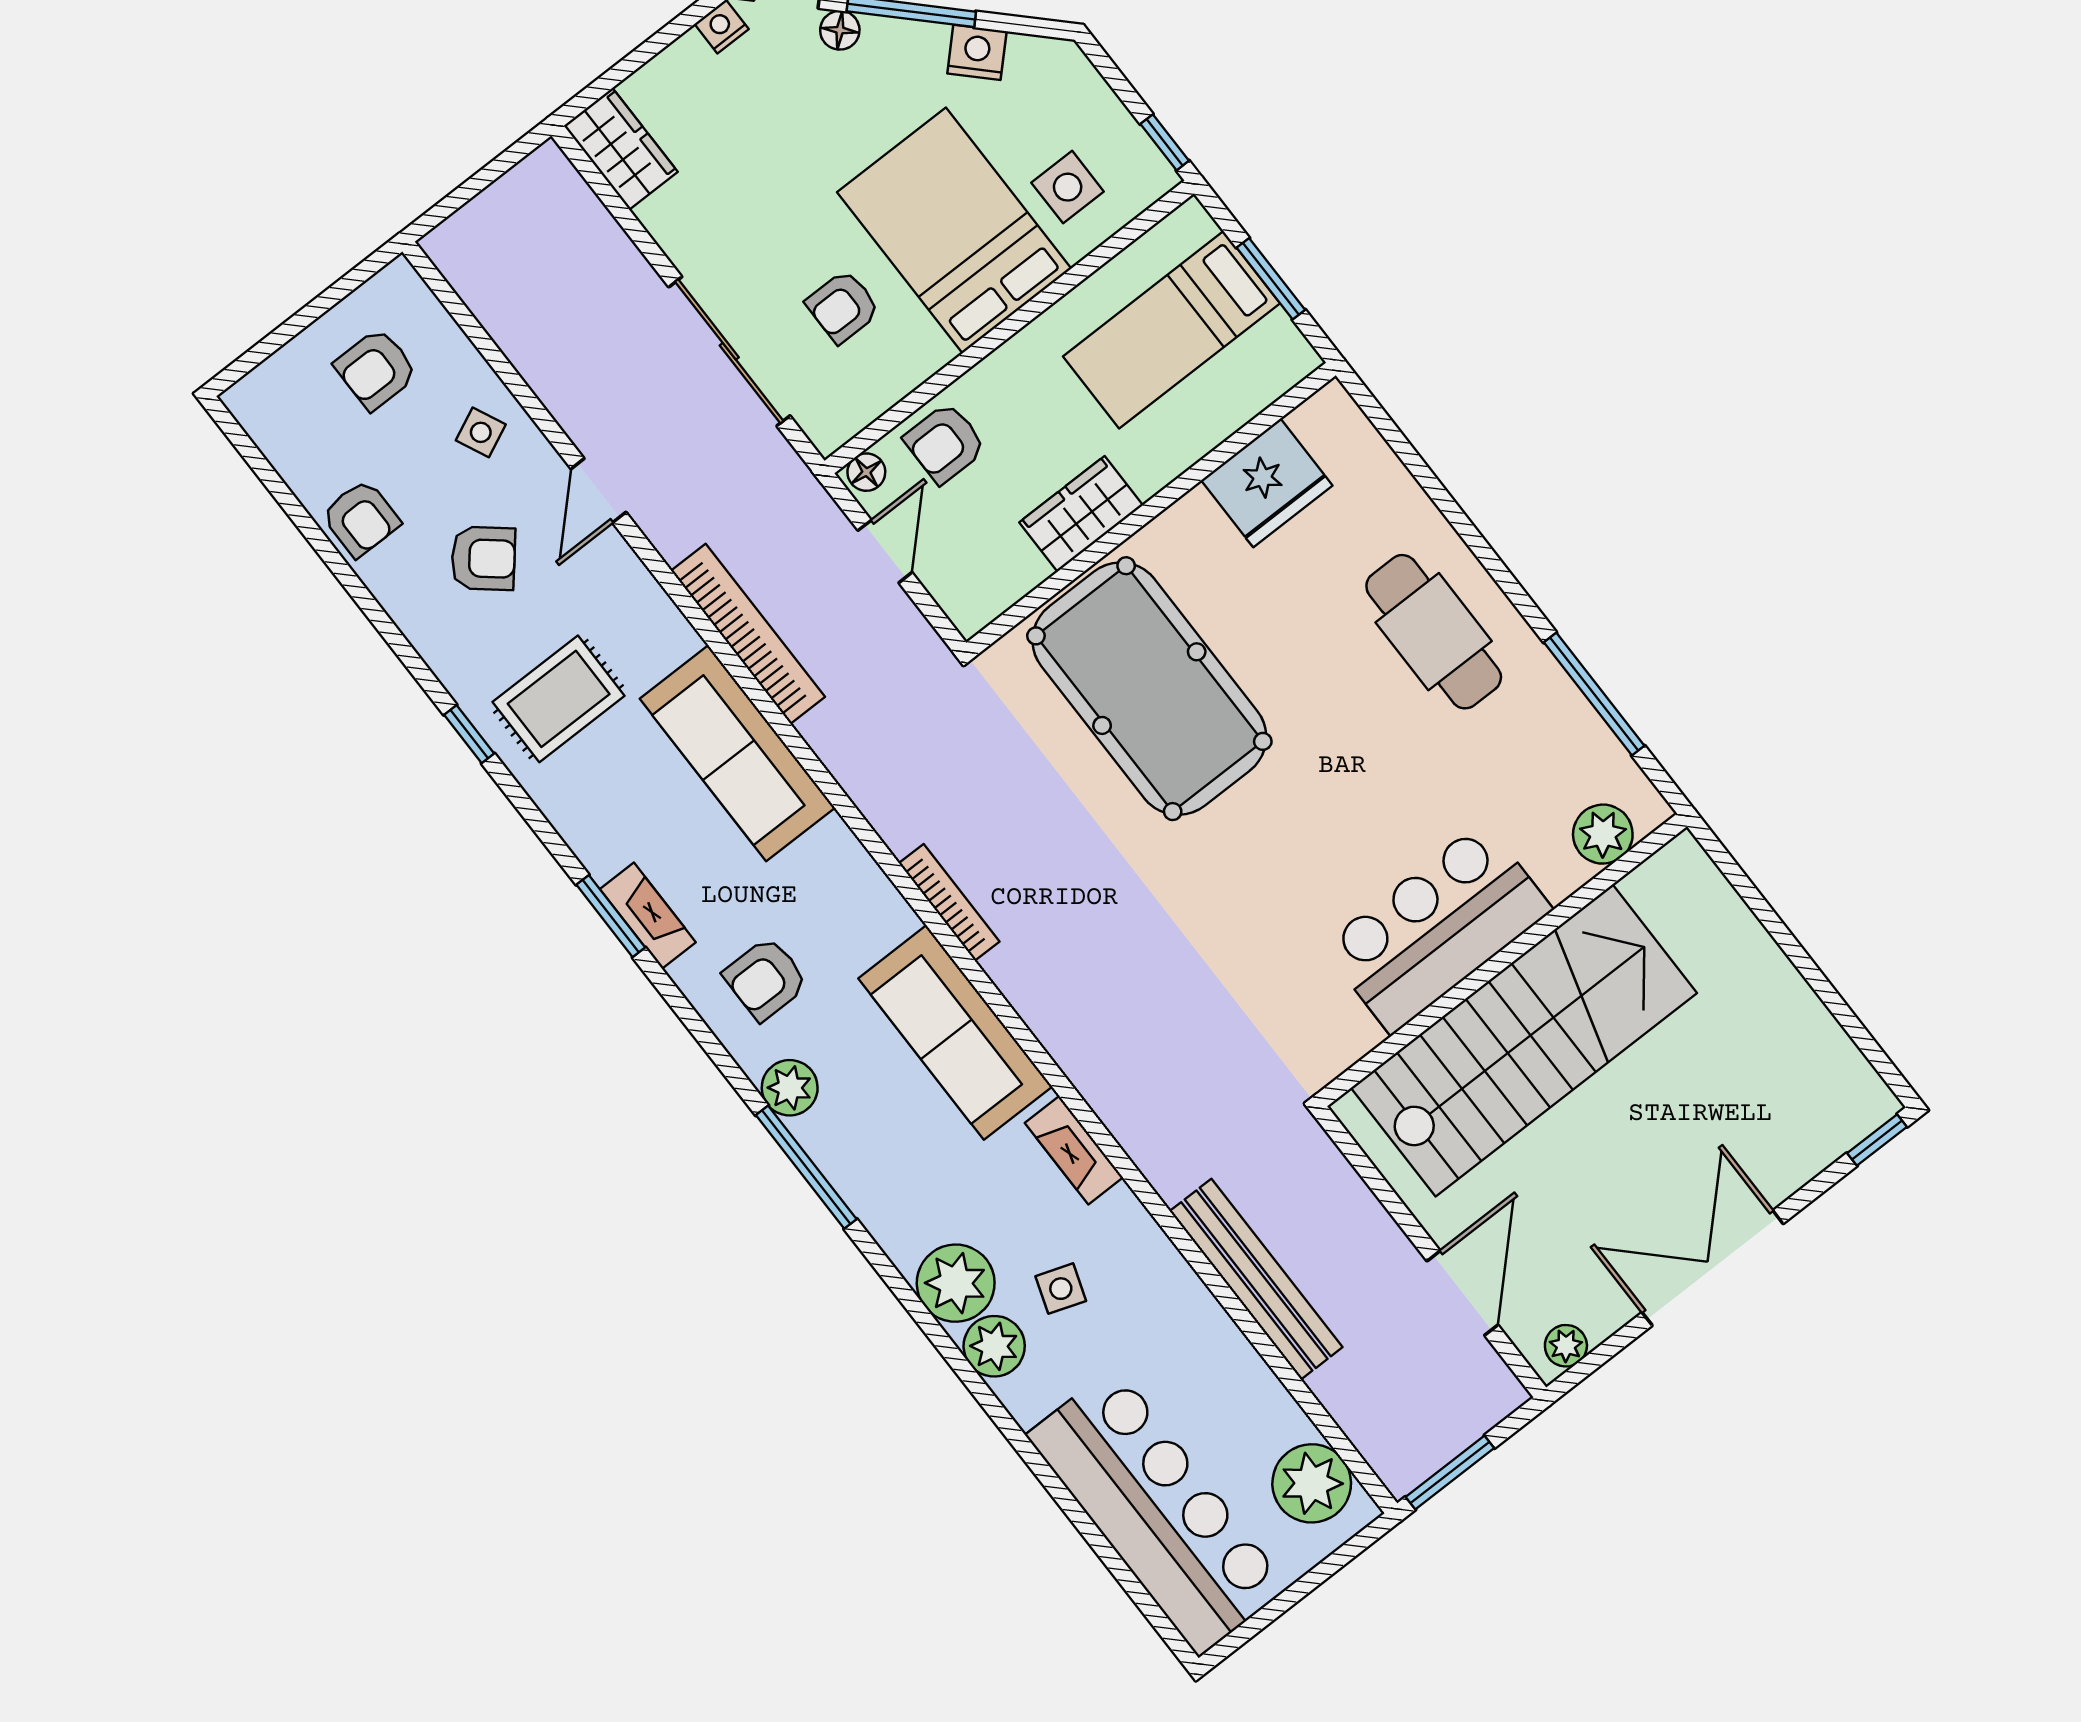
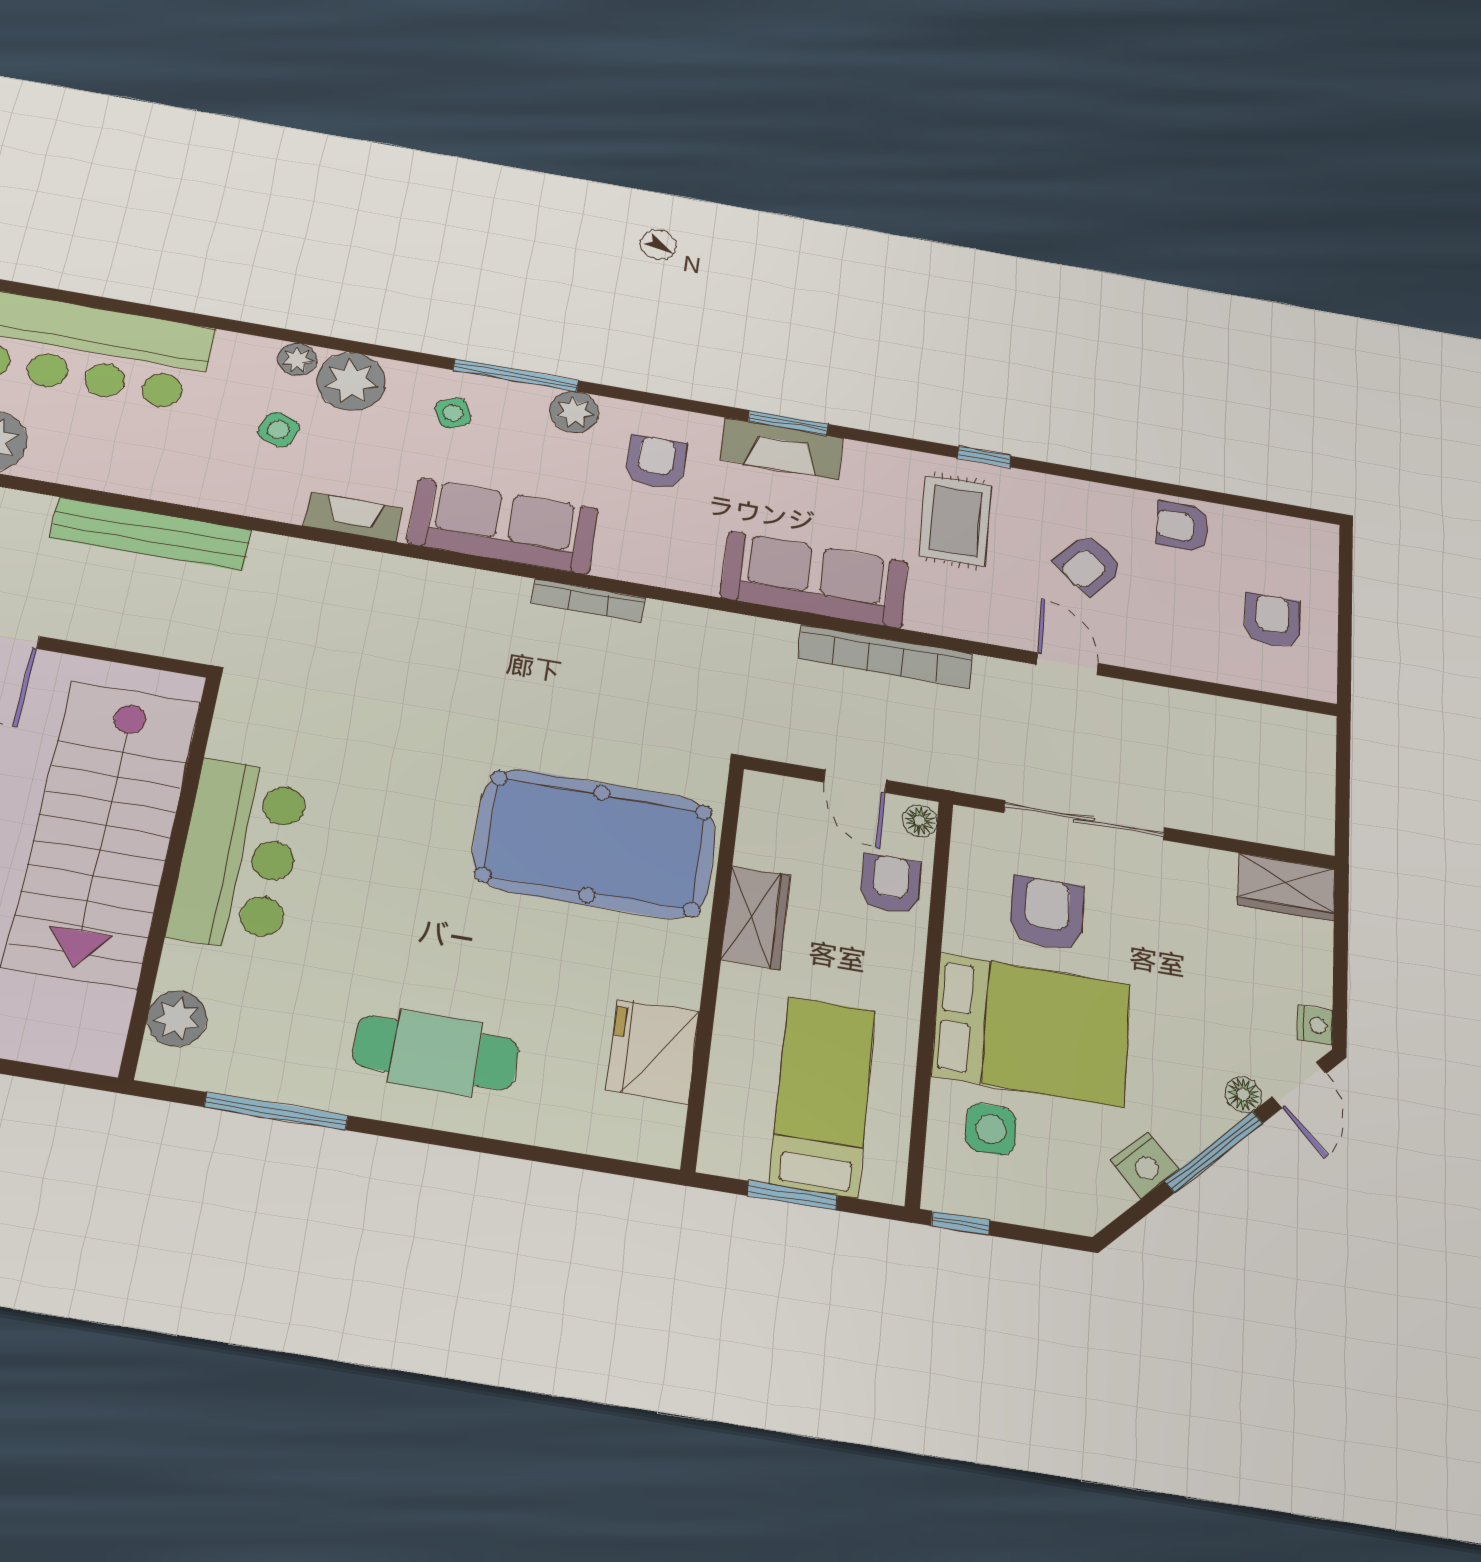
armchair: (843, 307) -> (1047, 913), width x1.38, depth x1.38
side table: (481, 432) -> (453, 413), moved
fireplace: (648, 916) -> (782, 449), width x1.37, depth x1.32
plant: (994, 1346) -> (297, 359), width x0.73, depth x0.73

